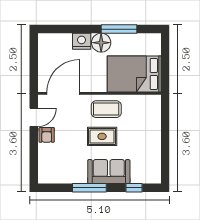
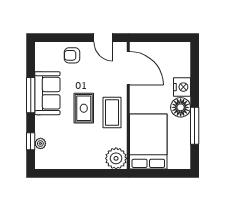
plant: (151, 105) -> (116, 158), added
armchair: (47, 135) -> (72, 55), moved
sofa: (109, 172) -> (47, 93), moved
plant: (136, 178) -> (40, 143), added

